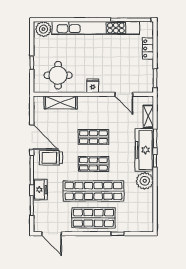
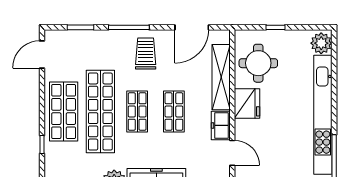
fridge: (93, 86) -> (247, 104), width x1.88, depth x1.34
door: (124, 94) -> (232, 153), swing flipped
shelving: (61, 102) -> (221, 77), width x1.47
door: (32, 137) -> (192, 27), moved
freezer: (40, 190) -> (221, 125), moved, turned 90

